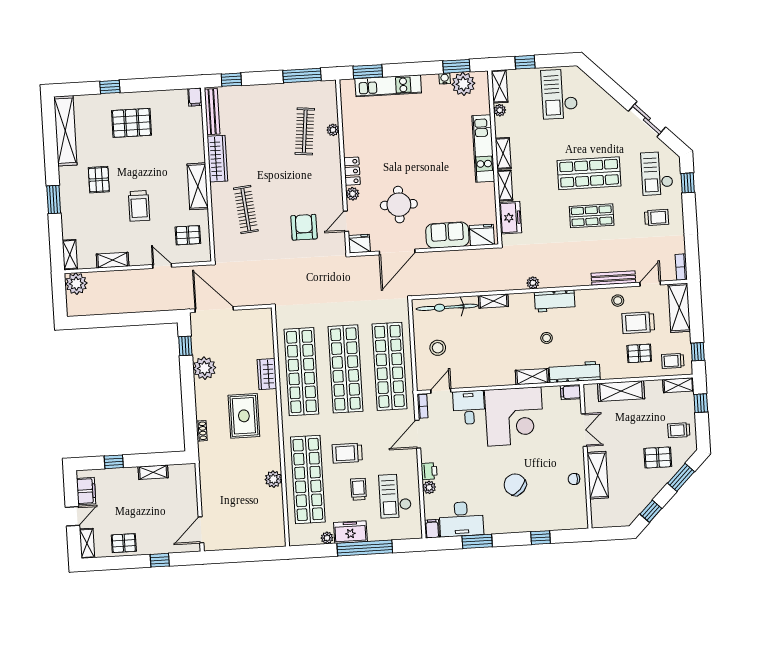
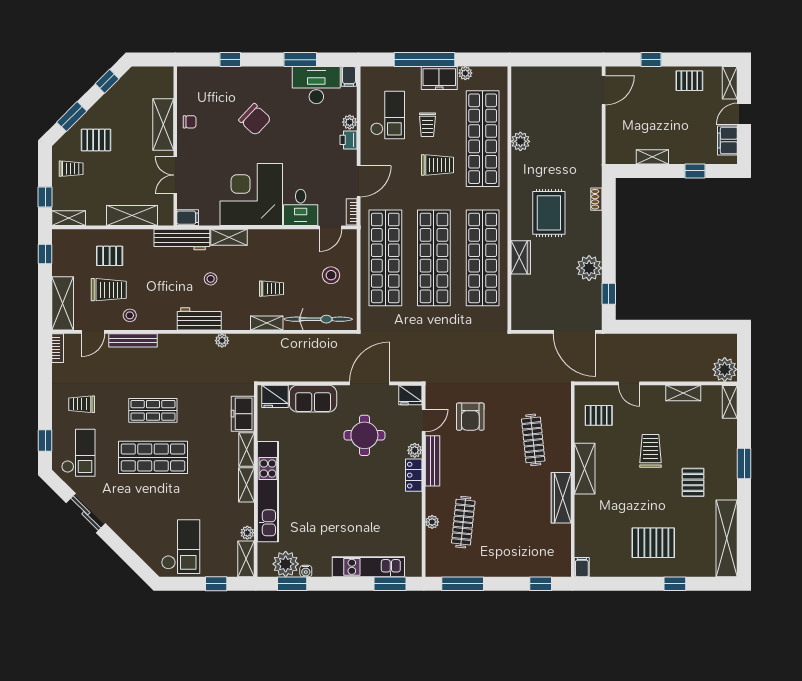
bench: (212, 112) -> (432, 461), moved
kitchen unit: (483, 148) -> (268, 492), width x1.36
trolley: (673, 361) -> (271, 289), moved

